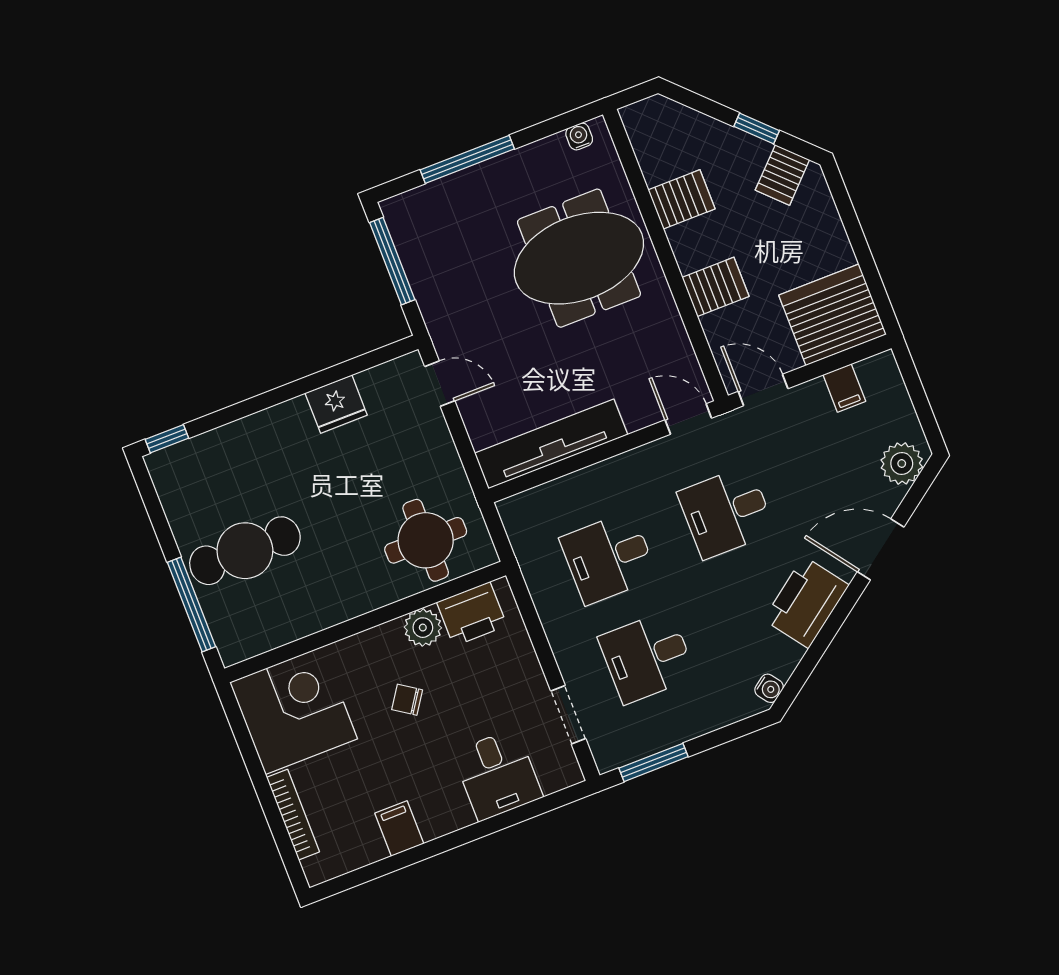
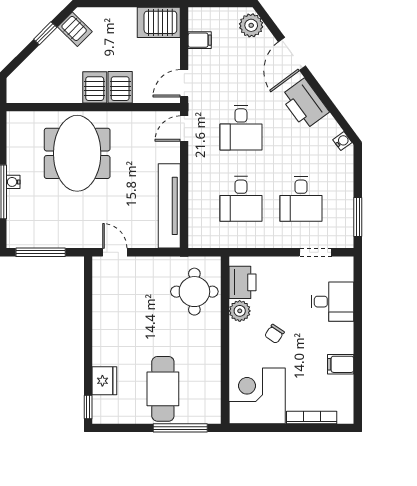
water cooler: (579, 136) -> (13, 182), moved
server rack: (682, 199) -> (95, 87), moved
server rack: (832, 315) -> (159, 22), width x0.62
door: (440, 384) -> (115, 252), hinge flipped
fridge: (336, 404) -> (104, 381), moved

